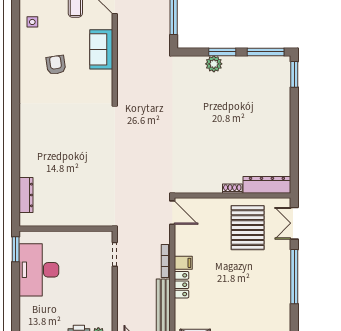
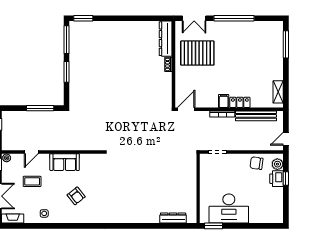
plant: (214, 64) -> (75, 78), removed
armchair: (56, 65) -> (76, 196), turned -121
chair: (100, 307) -> (256, 163), added

